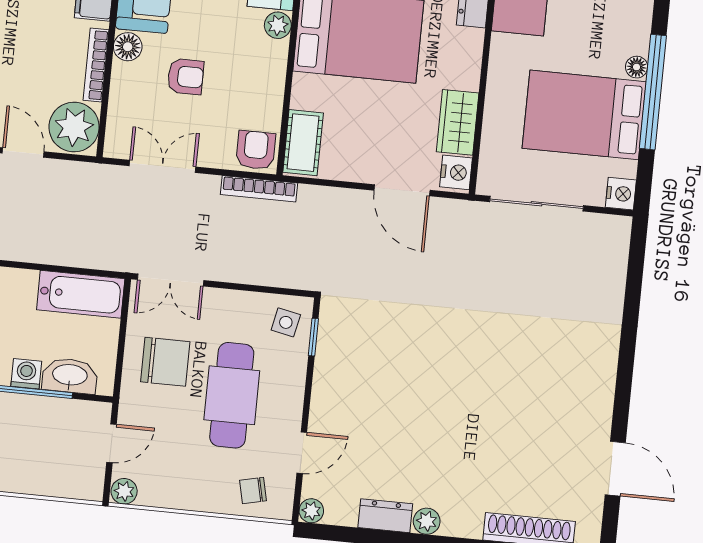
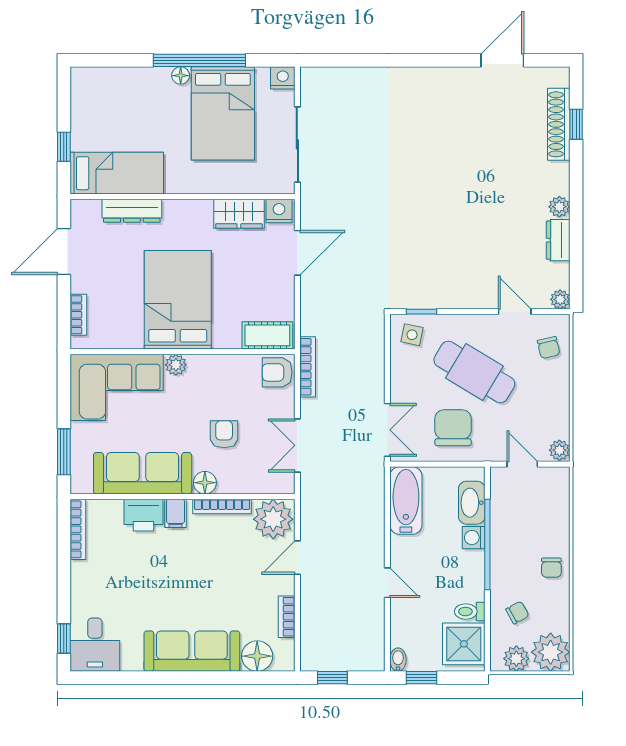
cafe table: (232, 395) -> (474, 372), turned 31

